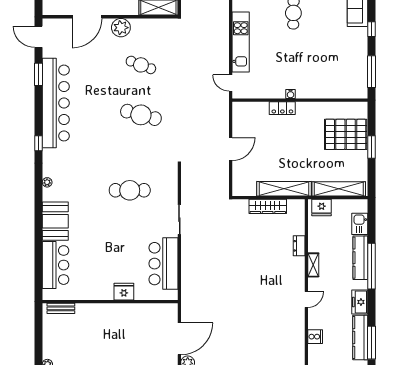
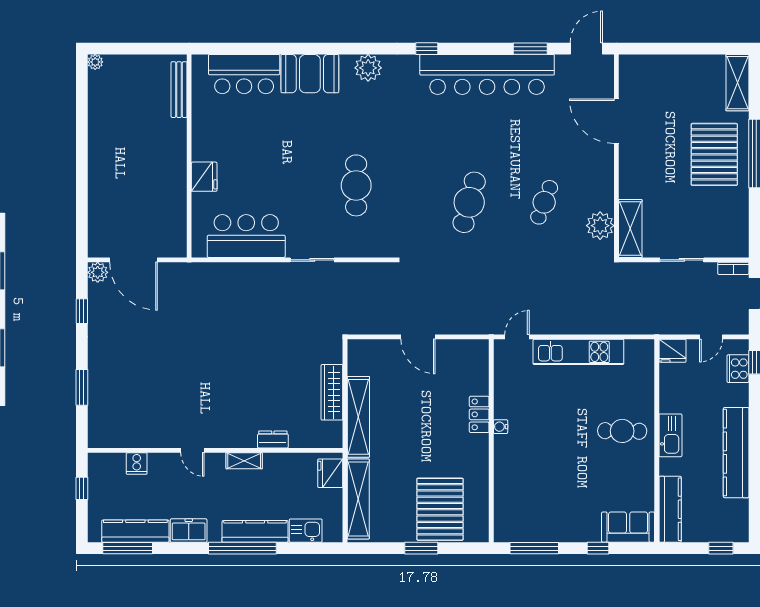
plant: (121, 28) -> (600, 226), moved
plant: (47, 182) -> (368, 68), width x1.88, depth x1.88
bench: (61, 308) -> (179, 90), width x1.36

